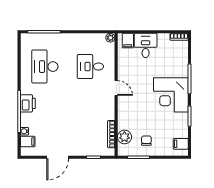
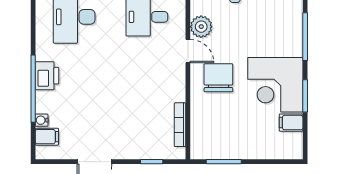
corner desk: (171, 95) -> (275, 85), moved
plant: (124, 137) -> (201, 27), moved
chair: (146, 141) -> (218, 78), moved, width x1.87, depth x1.87
filing cabinet: (181, 144) -> (291, 123), moved

